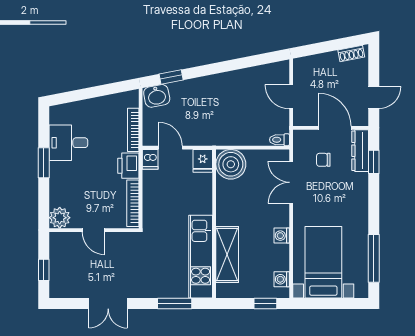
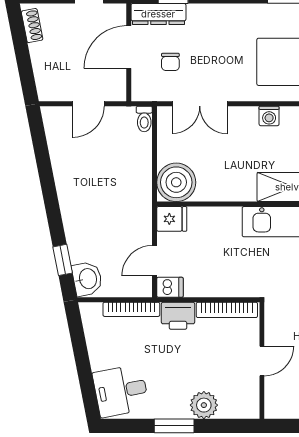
desk: (68, 143) -> (121, 391), moved, turned 79
plant: (60, 218) -> (204, 405), moved

